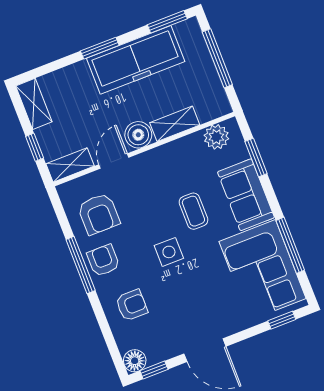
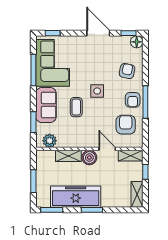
window: (217, 58) -> (33, 181), width x0.69
door: (114, 161) -> (107, 149), swing flipped
armchair: (132, 305) -> (127, 71), turned 102

